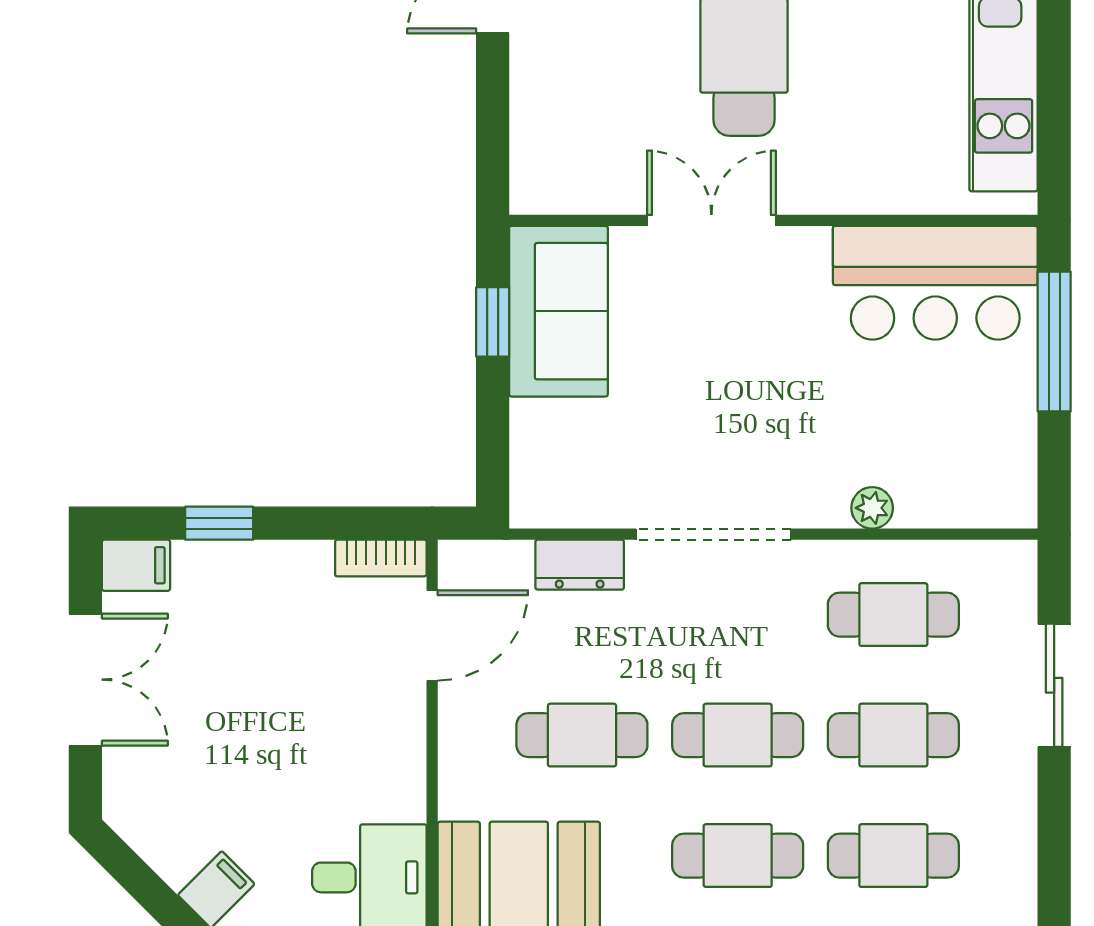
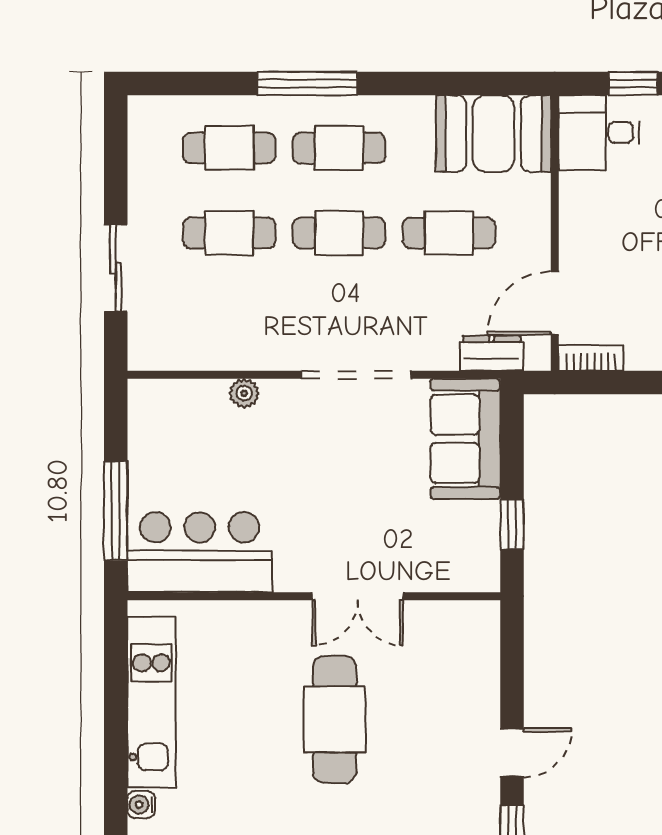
sofa: (559, 311) -> (465, 439), moved
dresser: (580, 565) -> (492, 353), moved
cafe table: (893, 615) -> (229, 318), removed

